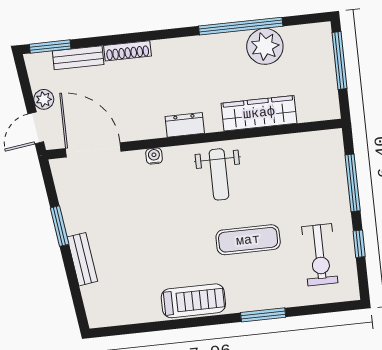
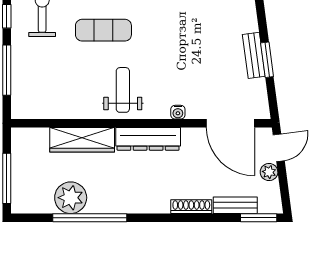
dresser: (185, 125) -> (148, 139), width x1.96, depth x1.24
bench: (82, 259) -> (254, 55), moved

